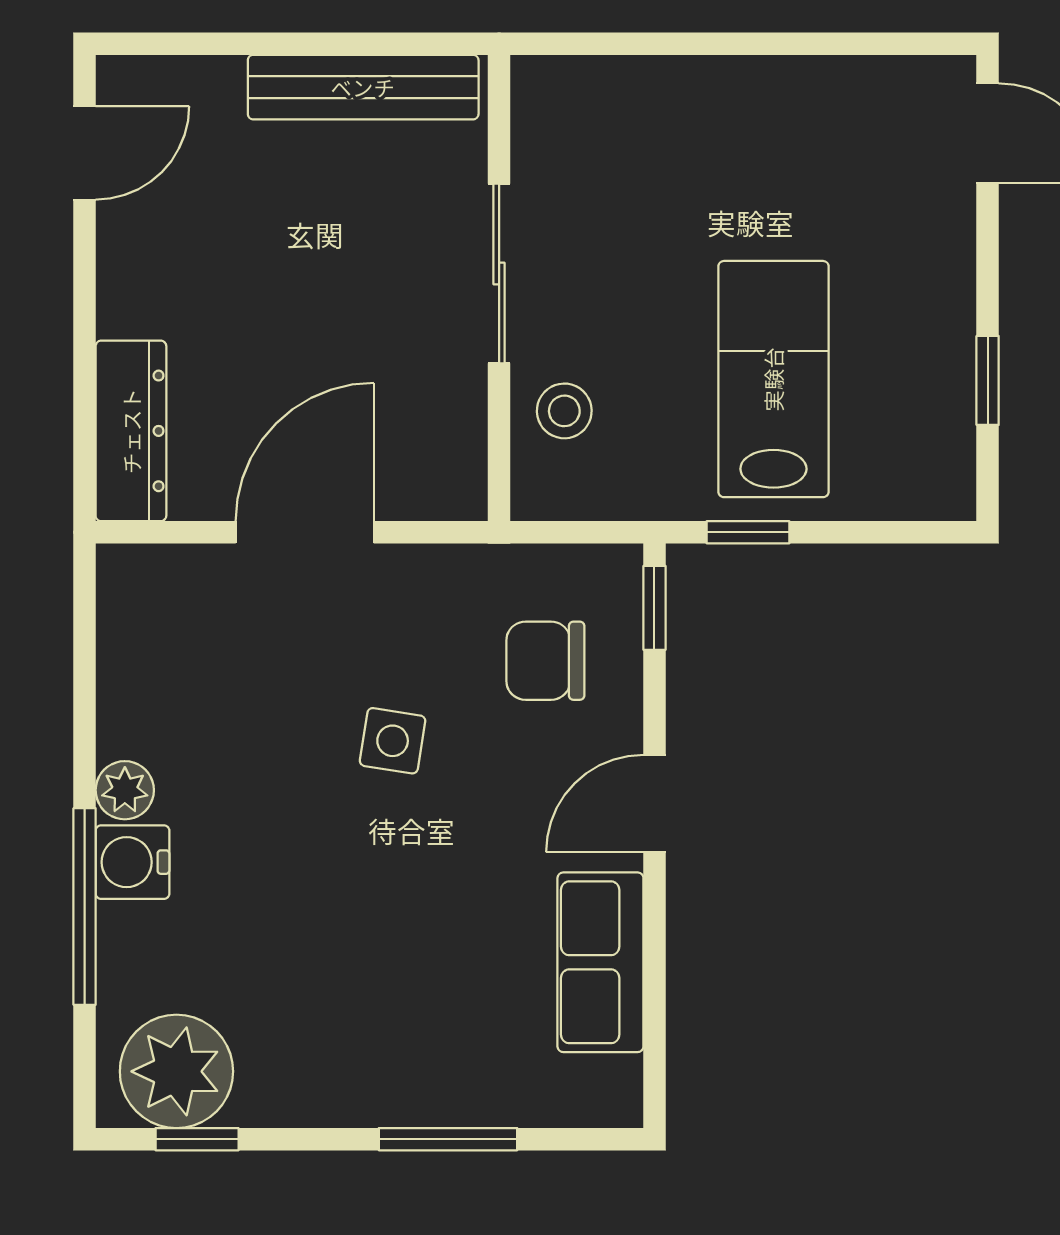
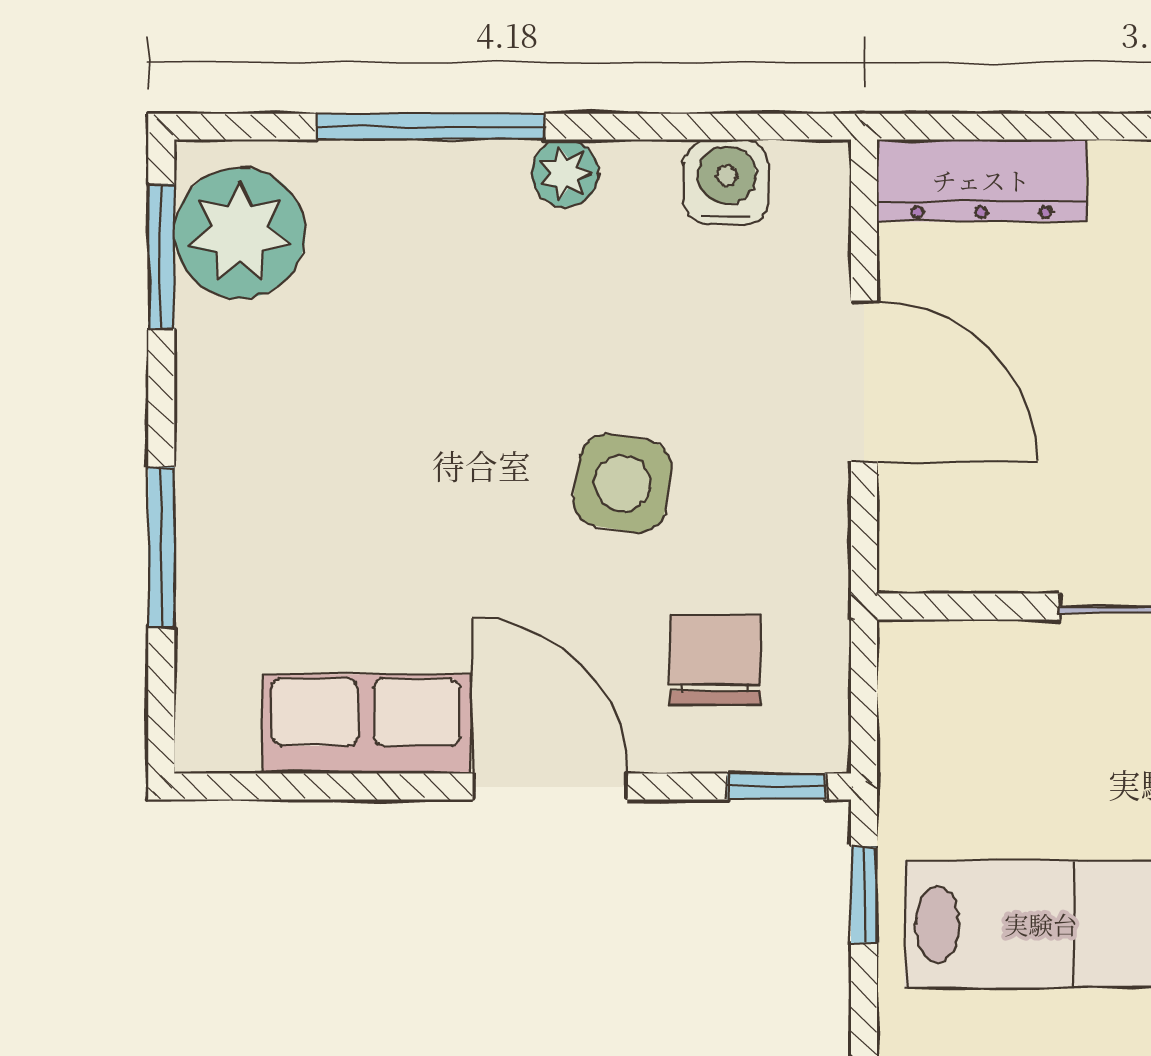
stool: (564, 411) -> (1004, 682), removed
side table: (393, 741) -> (623, 483), width x1.37, depth x1.37
door: (654, 803) -> (550, 787), width x1.37
water cooler: (132, 862) -> (727, 182), moved
window: (197, 1139) -> (161, 257), width x1.50

